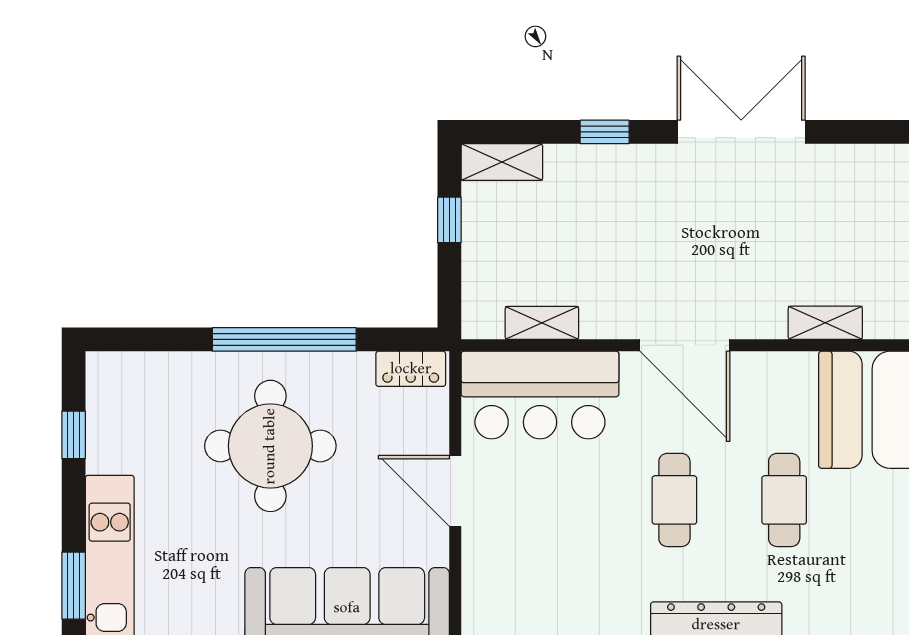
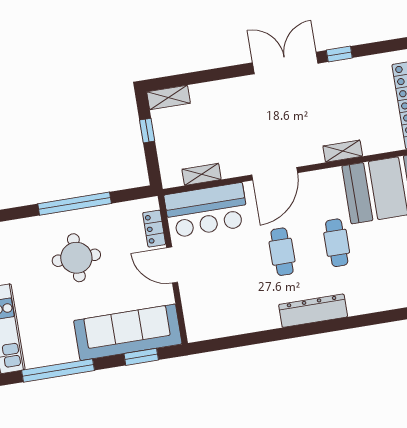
window: (605, 132) -> (339, 54), moved
door: (685, 345) -> (275, 174), hinge flipped
locker: (411, 369) -> (154, 229), moved, turned 90
round table: (270, 446) -> (76, 258), width x0.73, depth x0.73

